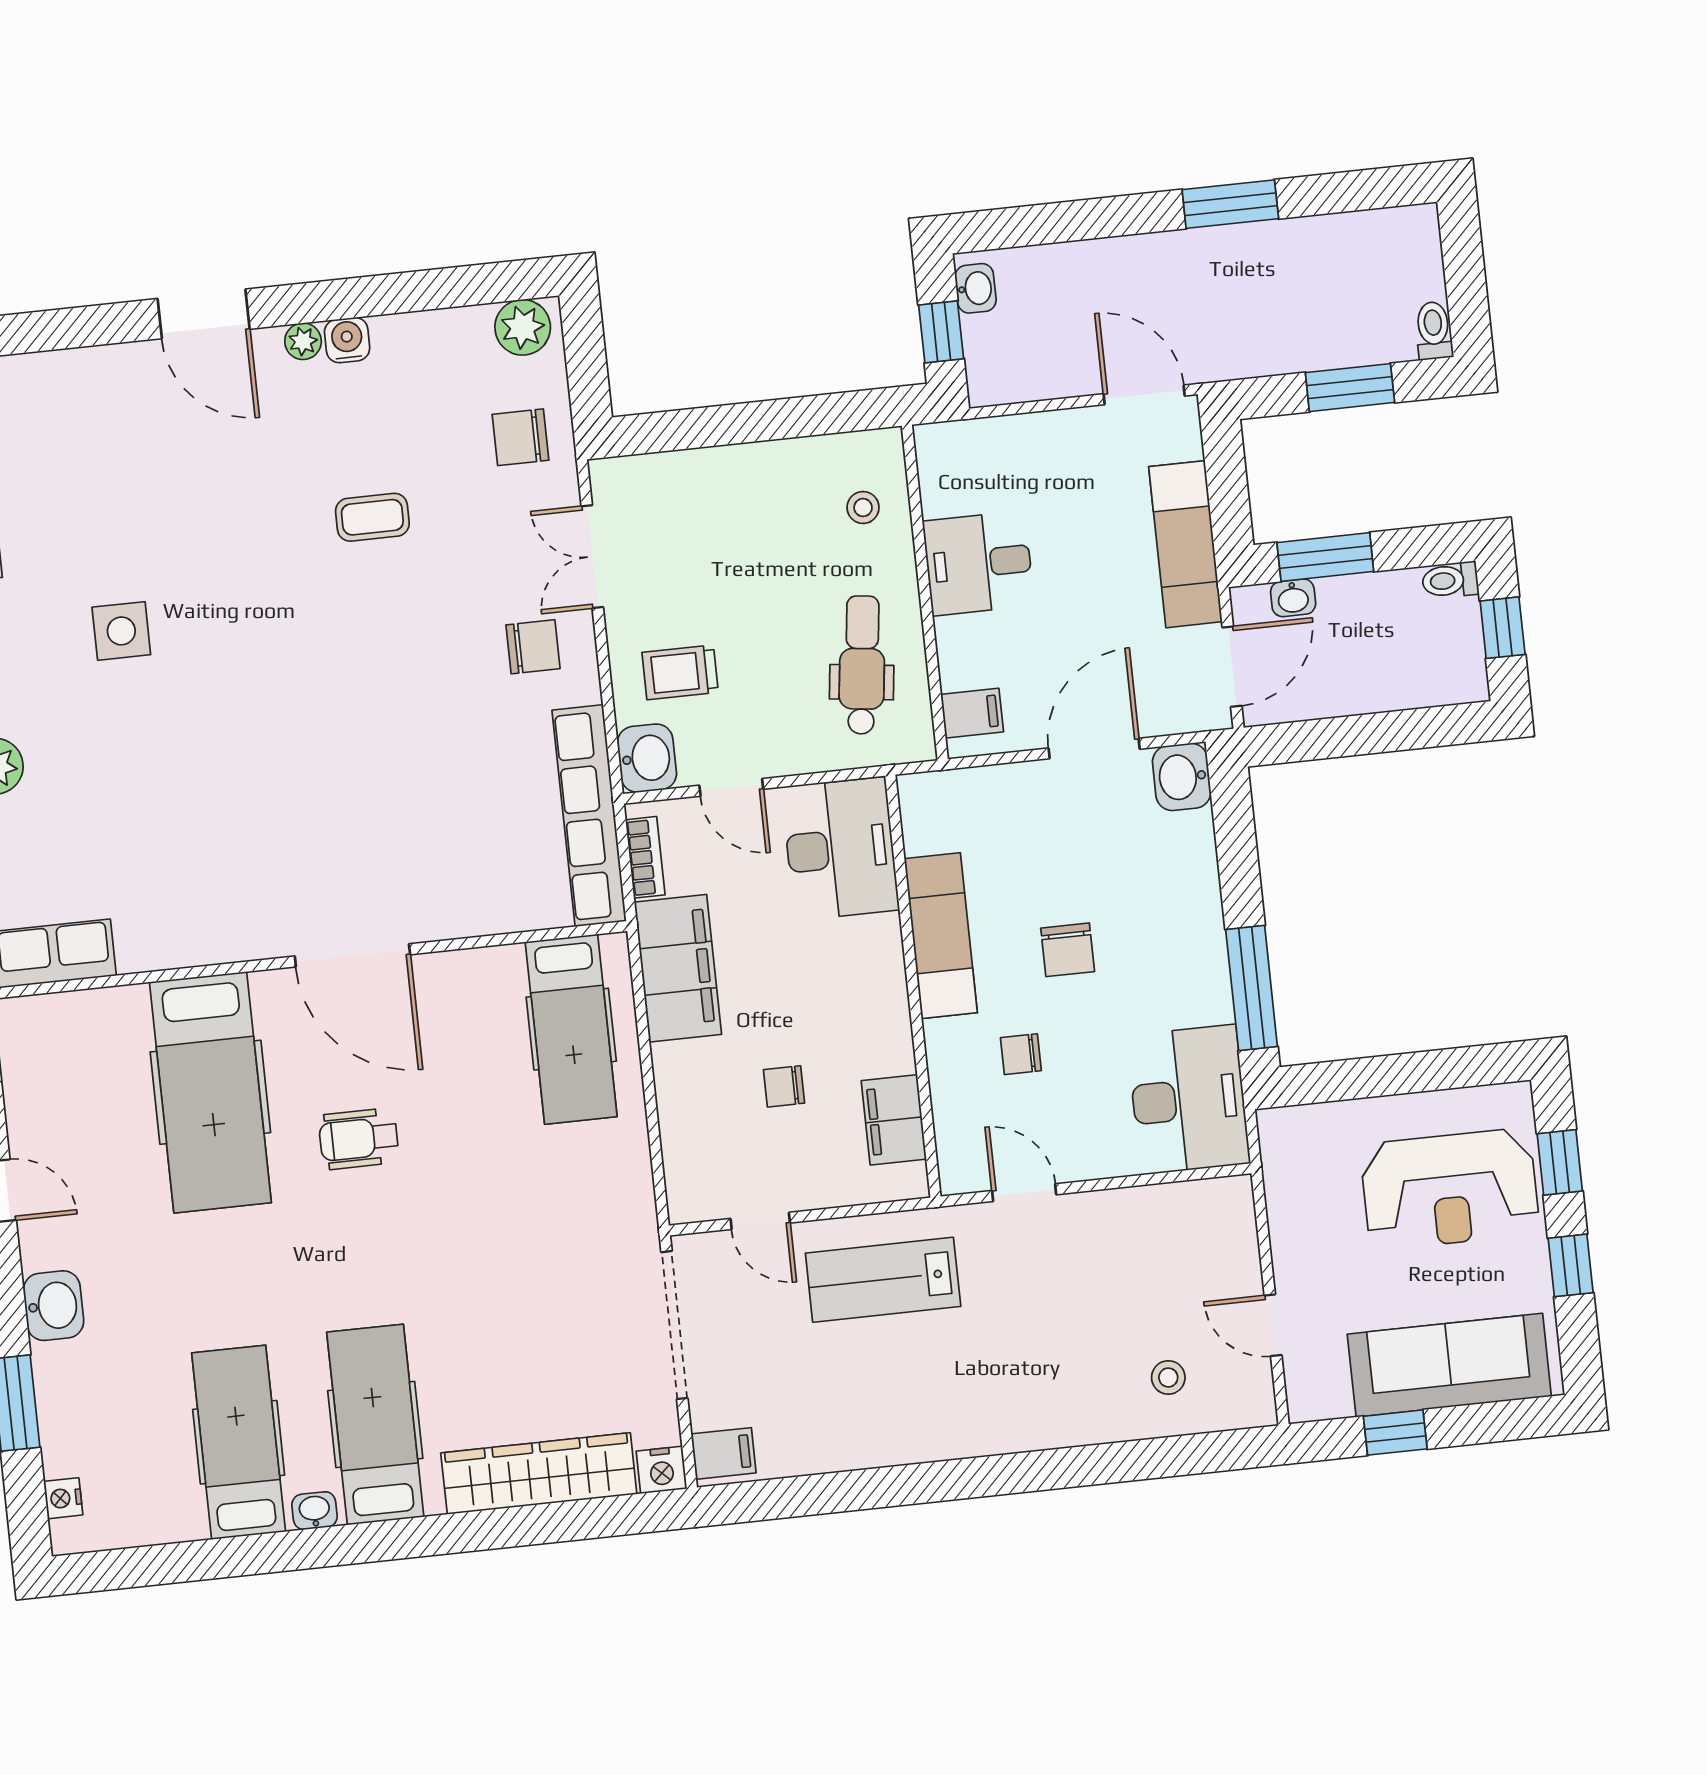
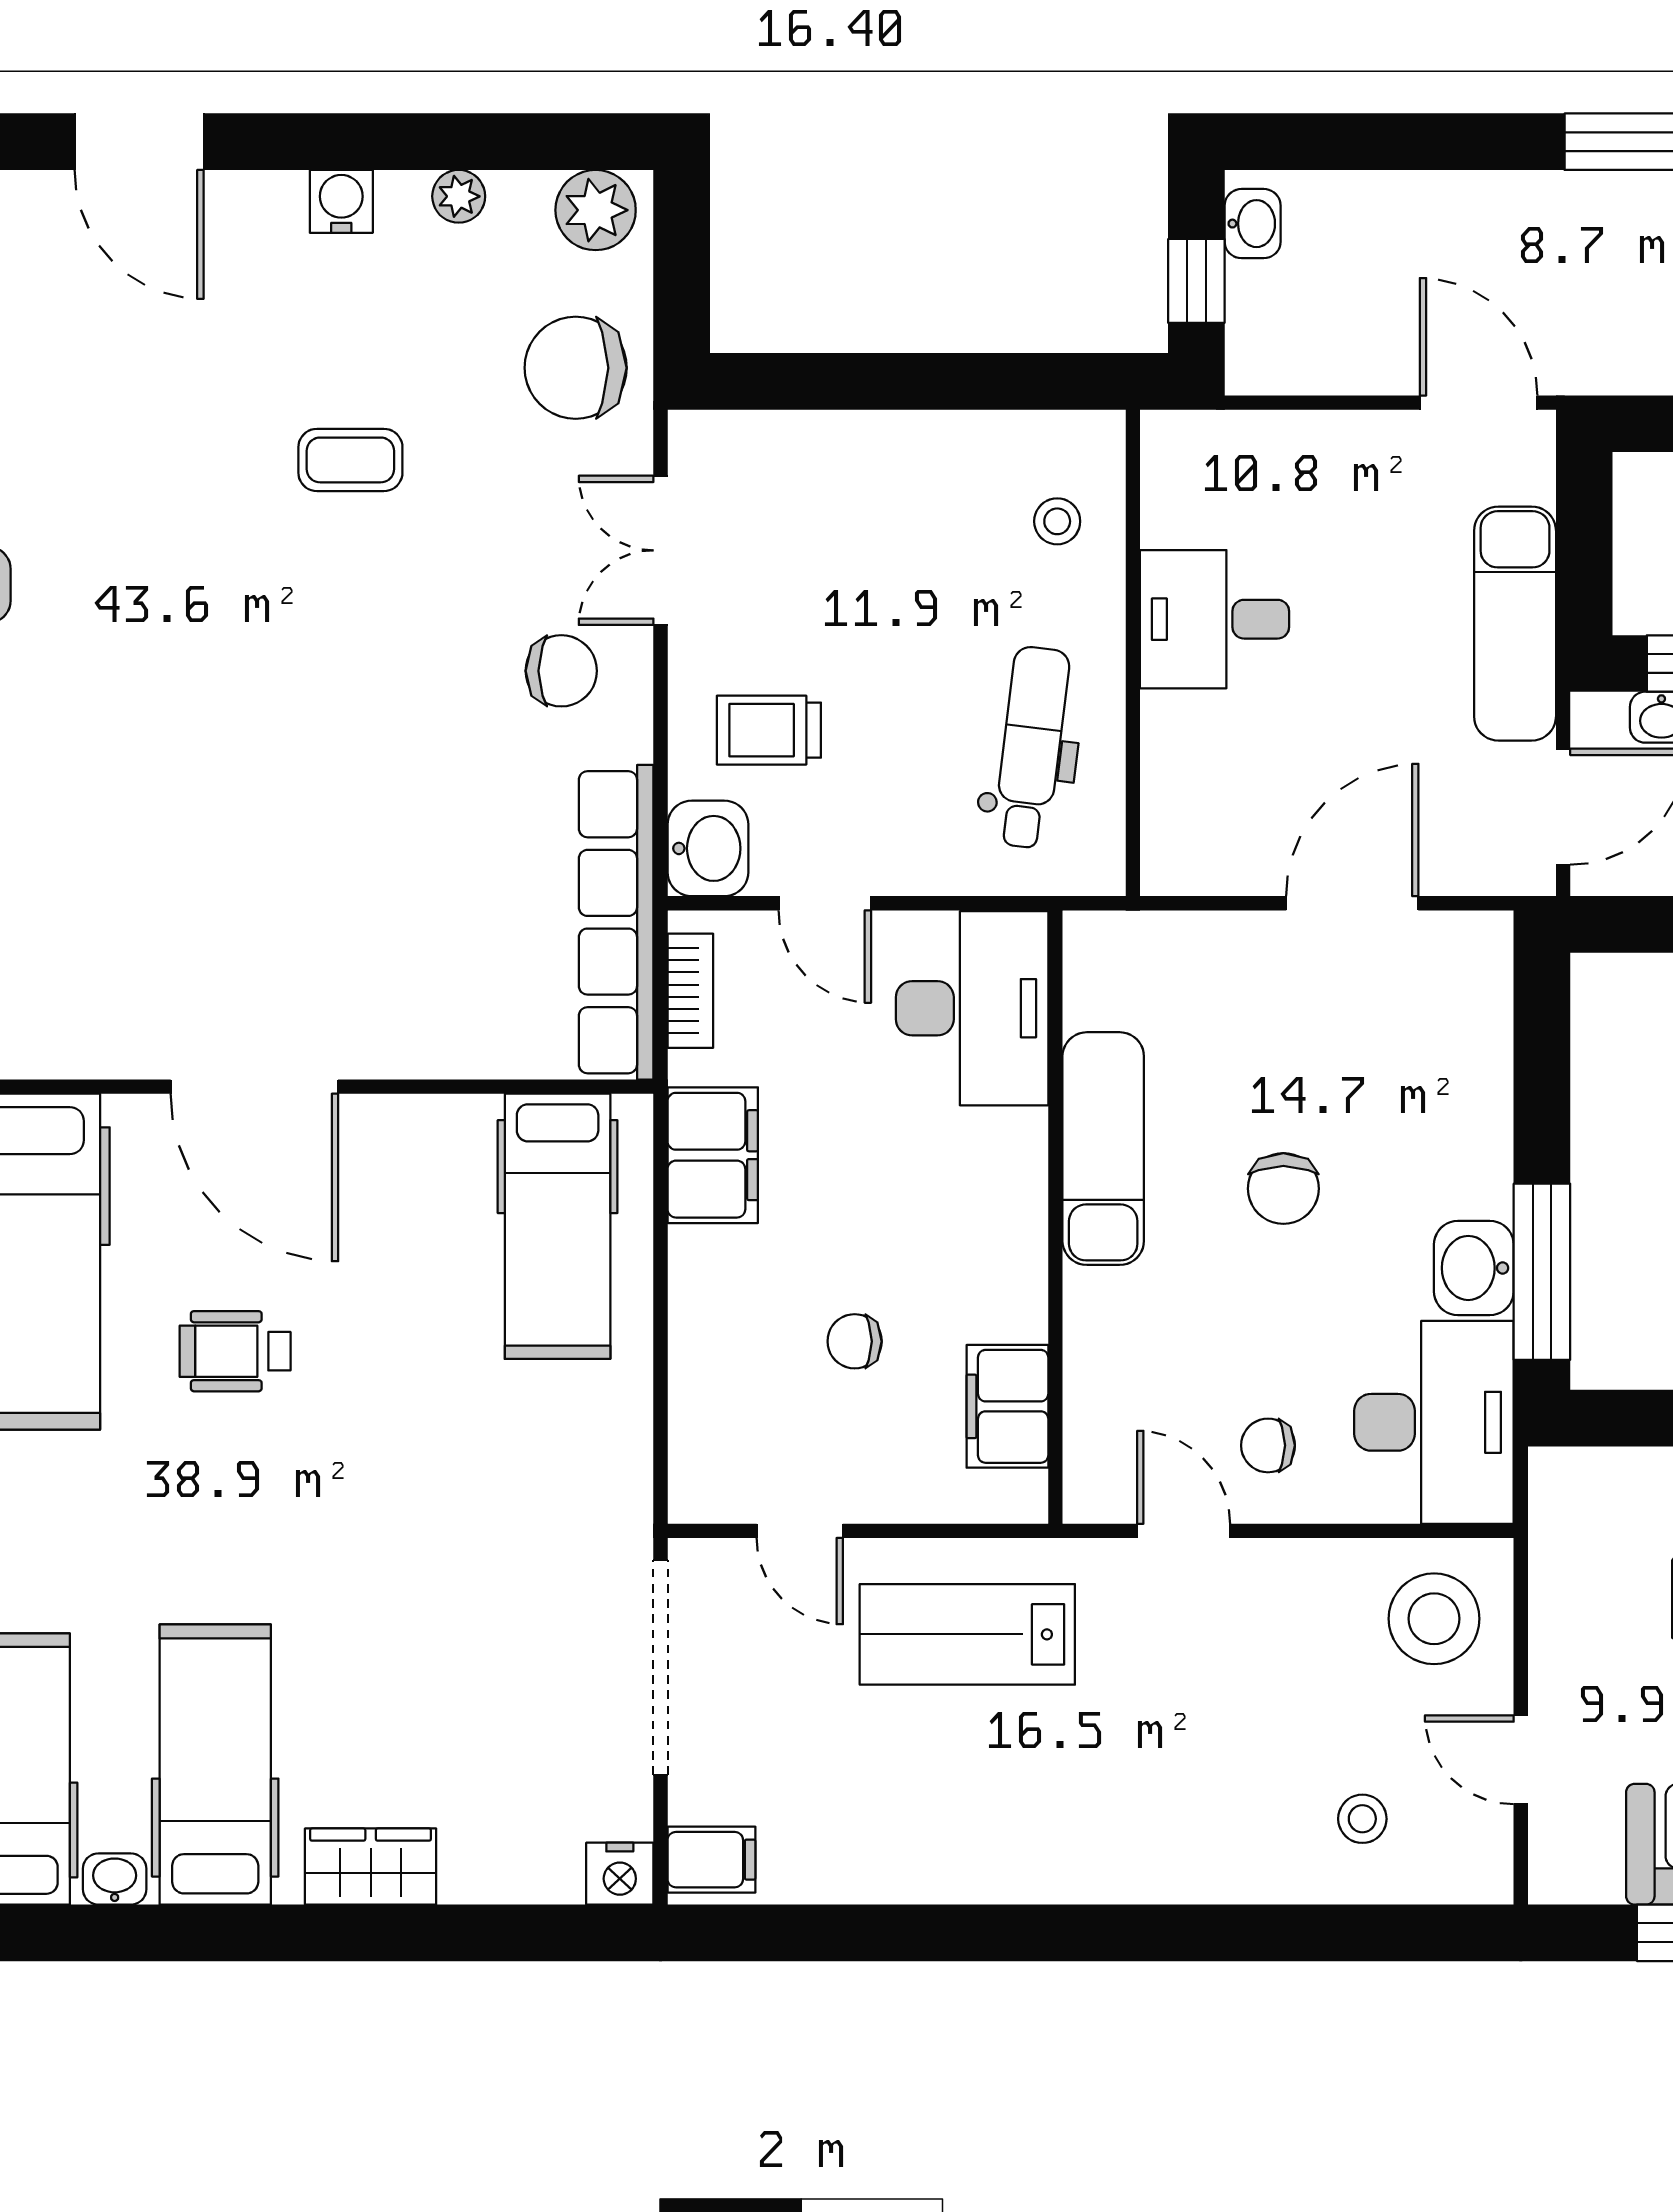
plant: (303, 341) -> (459, 196), moved
chair: (520, 437) -> (576, 368), width x1.37, depth x1.37
filing cabinet: (972, 713) -> (1182, 834), removed
washbasin: (1182, 777) -> (1474, 1268), moved
filing cabinet: (678, 968) -> (713, 1155), width x0.67, depth x0.86
chair: (1021, 1054) -> (1268, 1445), moved
stool: (1203, 1235) -> (1434, 1619), added
wardrobe: (539, 1473) -> (371, 1867), width x0.48, depth x0.85

